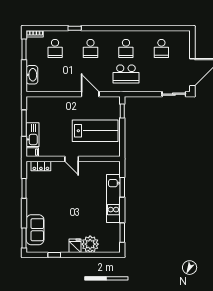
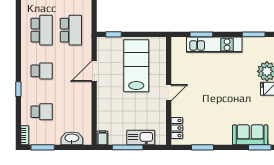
school desk: (126, 48) -> (42, 30), width x1.85
filing cabinet: (32, 152) -> (102, 138), moved

